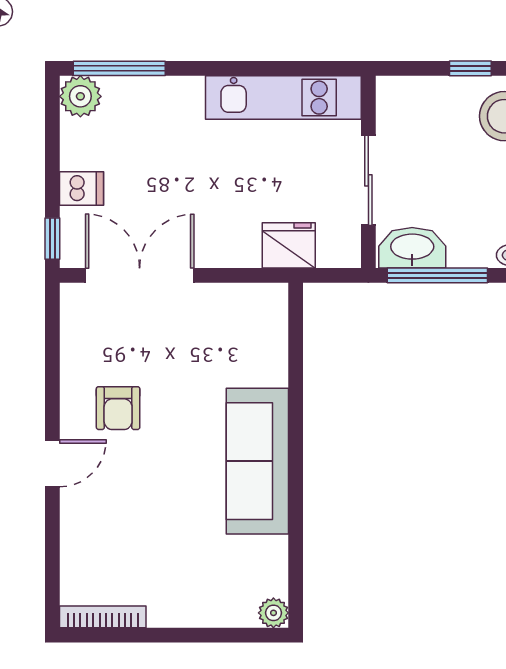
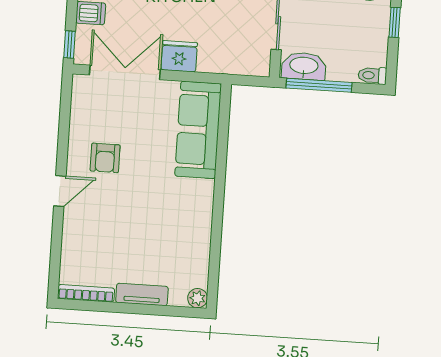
fridge: (289, 245) -> (179, 56), moved
sofa: (257, 461) -> (198, 130), moved
tv unit: (188, 613) -> (142, 294), added

